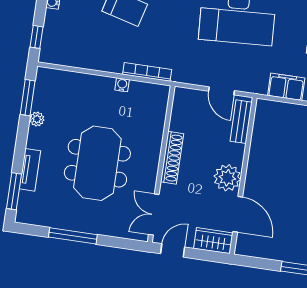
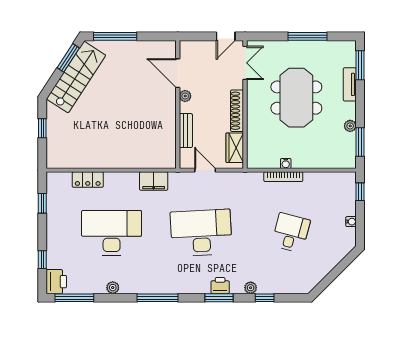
bookcase: (147, 72) -> (283, 177), moved
bench: (241, 122) -> (186, 131), moved
plant: (227, 178) -> (185, 96), width x0.53, depth x0.53
wardrobe: (213, 241) -> (235, 148), moved, turned 90

